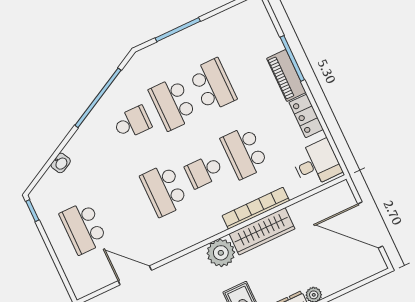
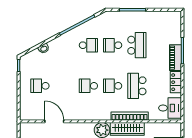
school desk: (172, 104) -> (113, 45), width x0.54
school desk: (164, 190) -> (88, 86), width x0.54
school desk: (83, 228) -> (40, 86), width x0.54

